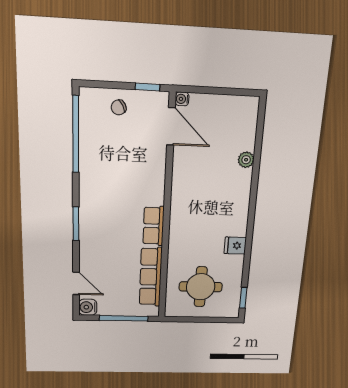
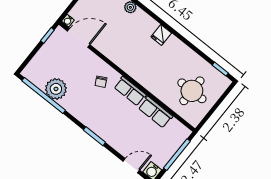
chair: (119, 107) -> (101, 82), moved
plant: (94, 143) -> (56, 89), added
fridge: (235, 246) -> (161, 35), moved
row of seats: (151, 277) -> (155, 112), width x0.68

